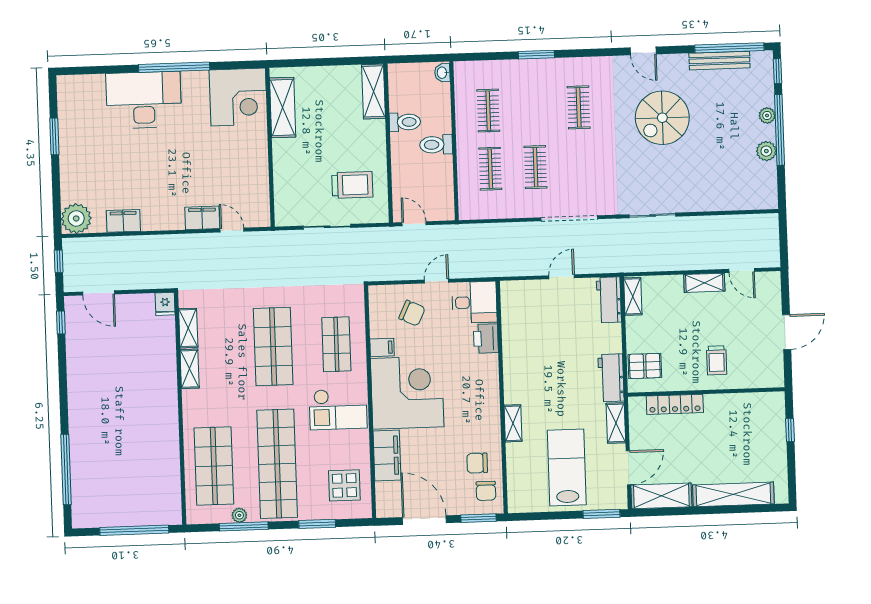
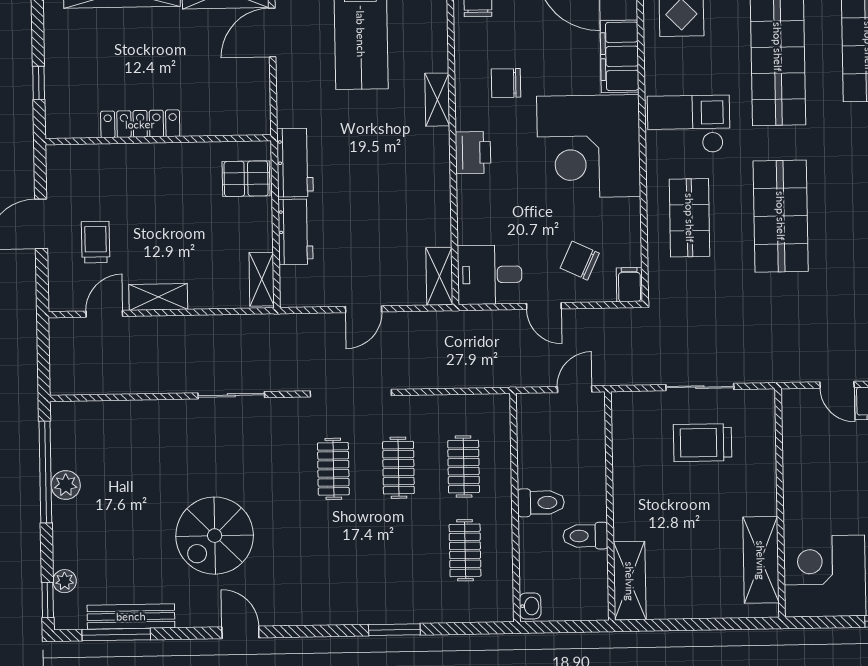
window: (729, 48) -> (116, 635), width x0.68
clothes rail: (579, 107) -> (333, 469), moved
plant: (767, 115) -> (65, 581), moved
spiral stairs: (662, 118) -> (215, 536), turned 180
window: (780, 130) -> (45, 472), moved
trolley: (352, 185) -> (703, 443), moved
door: (414, 224) -> (575, 389), swing flipped
door: (742, 270) -> (104, 314), hinge flipped
door: (436, 281) -> (544, 306), hinge flipped
workbench: (609, 300) -> (295, 232), moved
printer: (486, 339) -> (473, 153), moved
filing cabinet: (382, 347) -> (629, 285), moved, turned 90
trolley: (717, 360) -> (96, 242), moved
locker: (675, 404) -> (140, 124), moved
shelving: (616, 423) -> (439, 276), moved
chair: (477, 463) -> (506, 83), moved, turned 180

